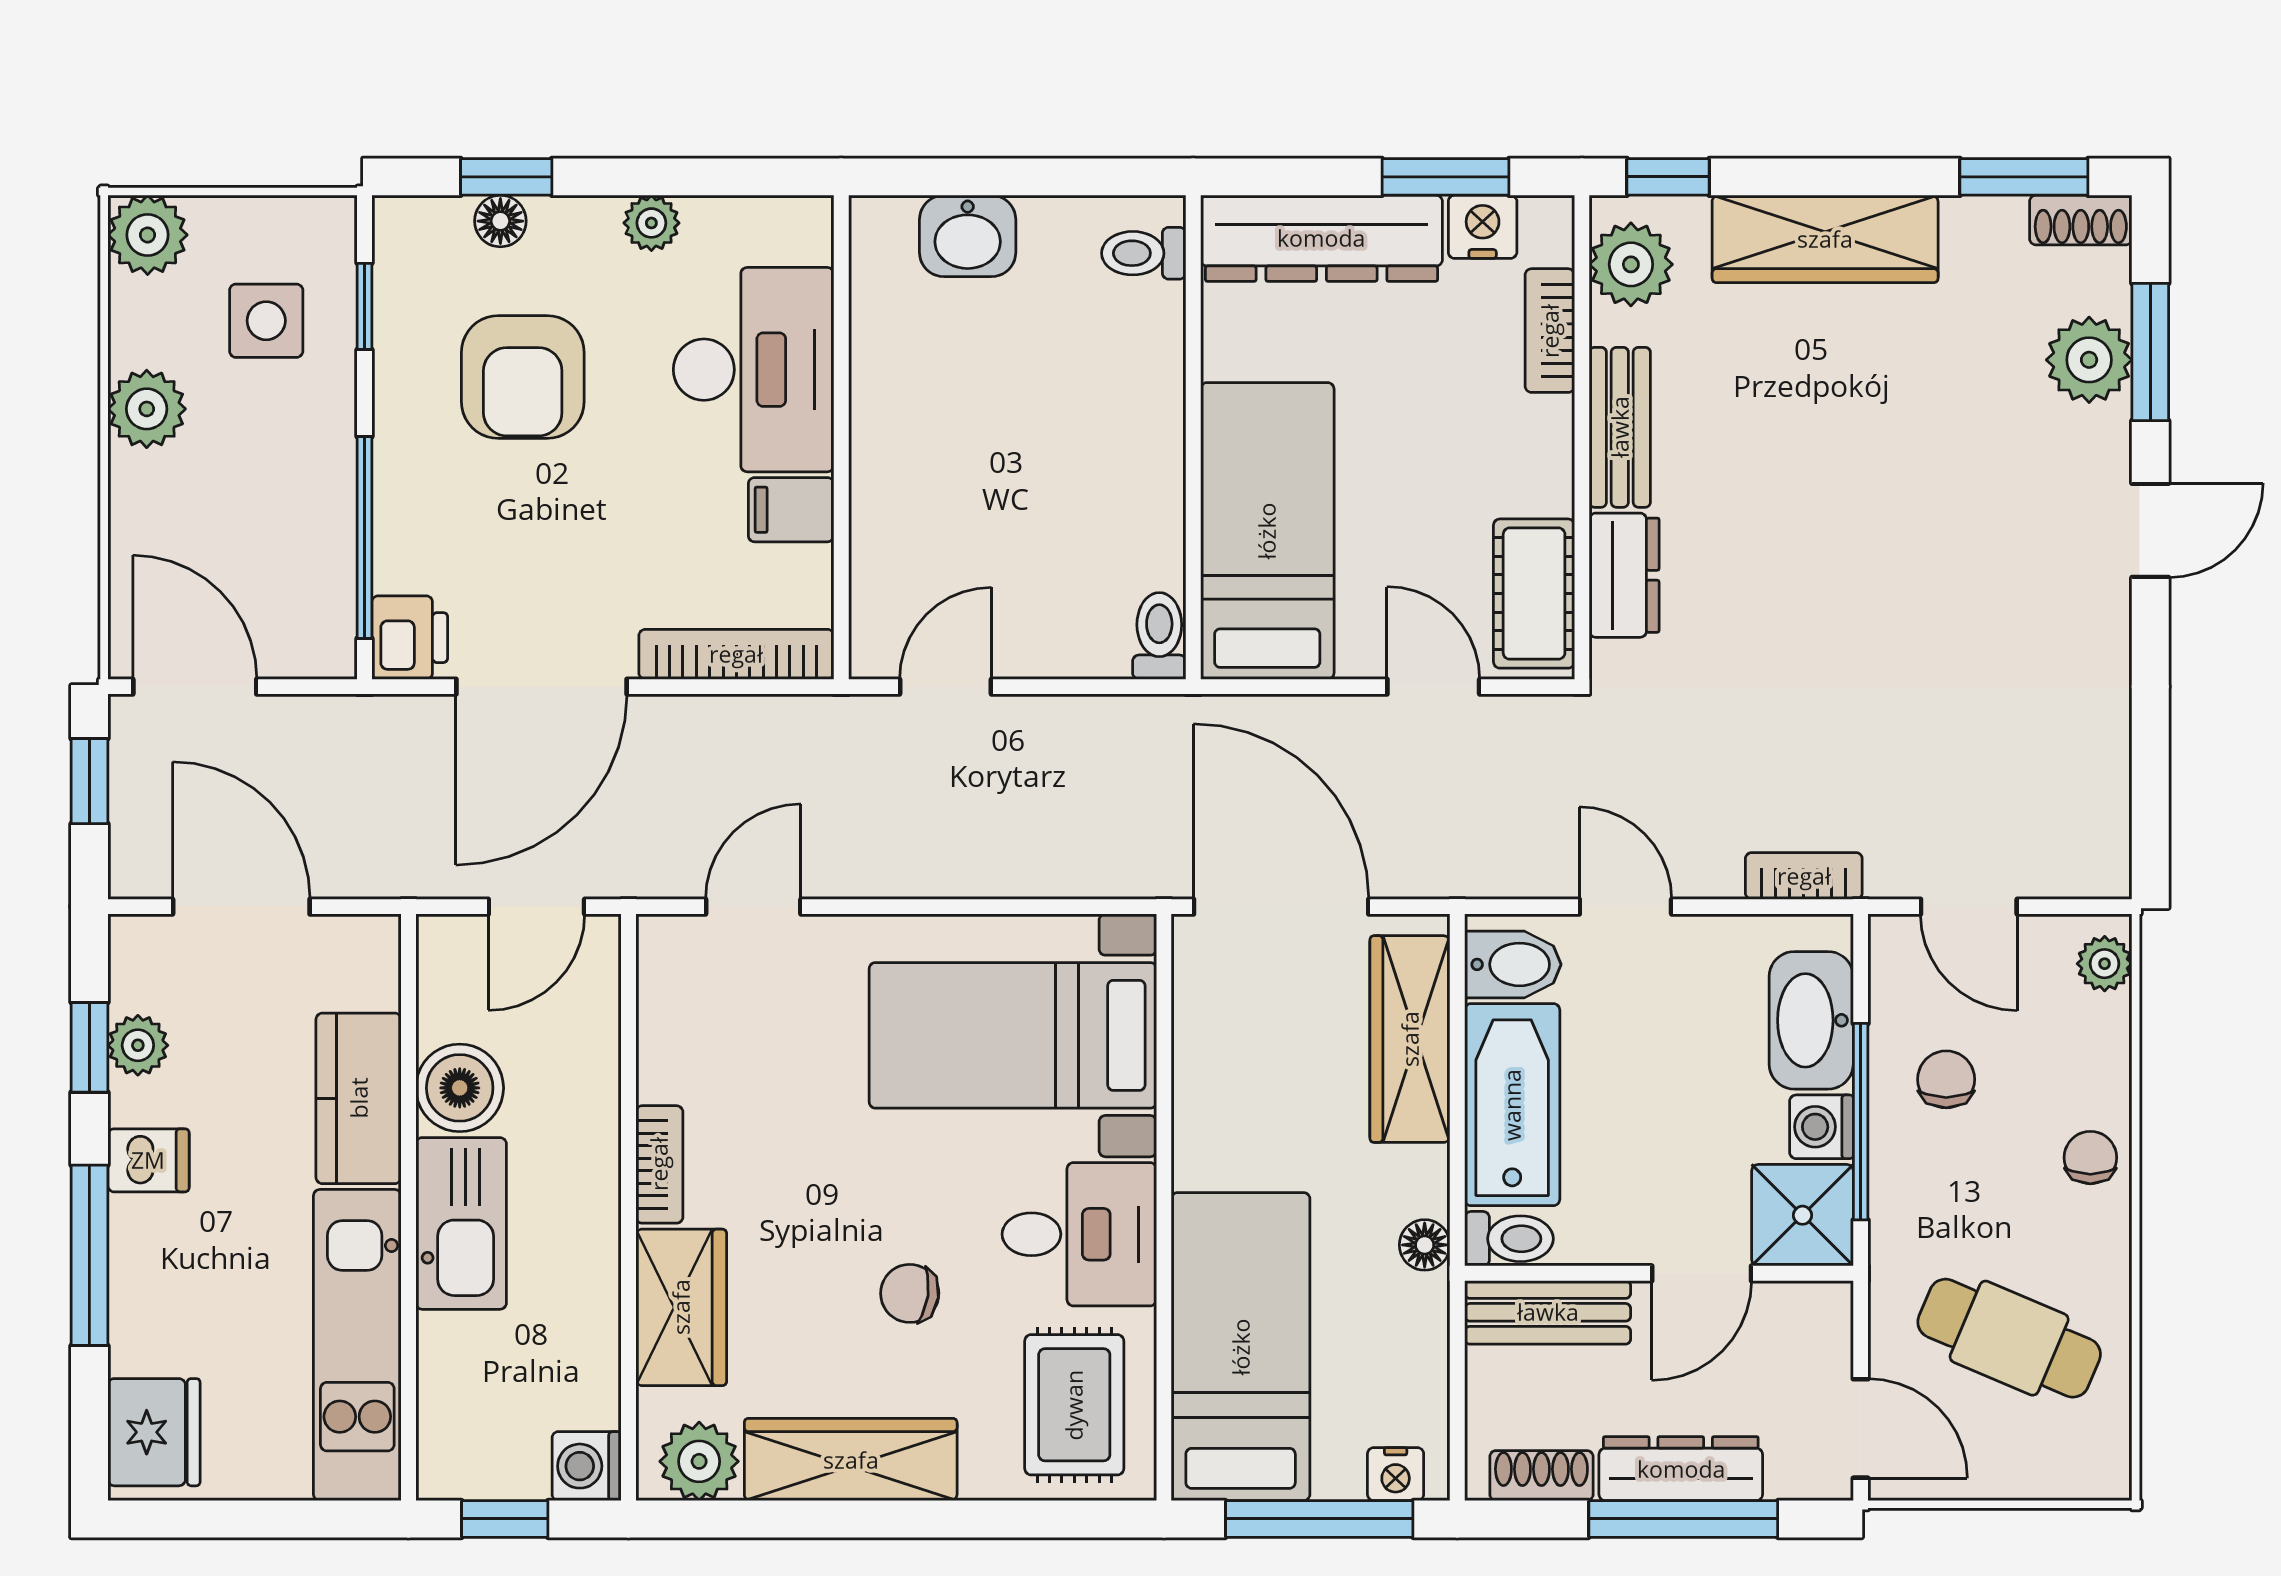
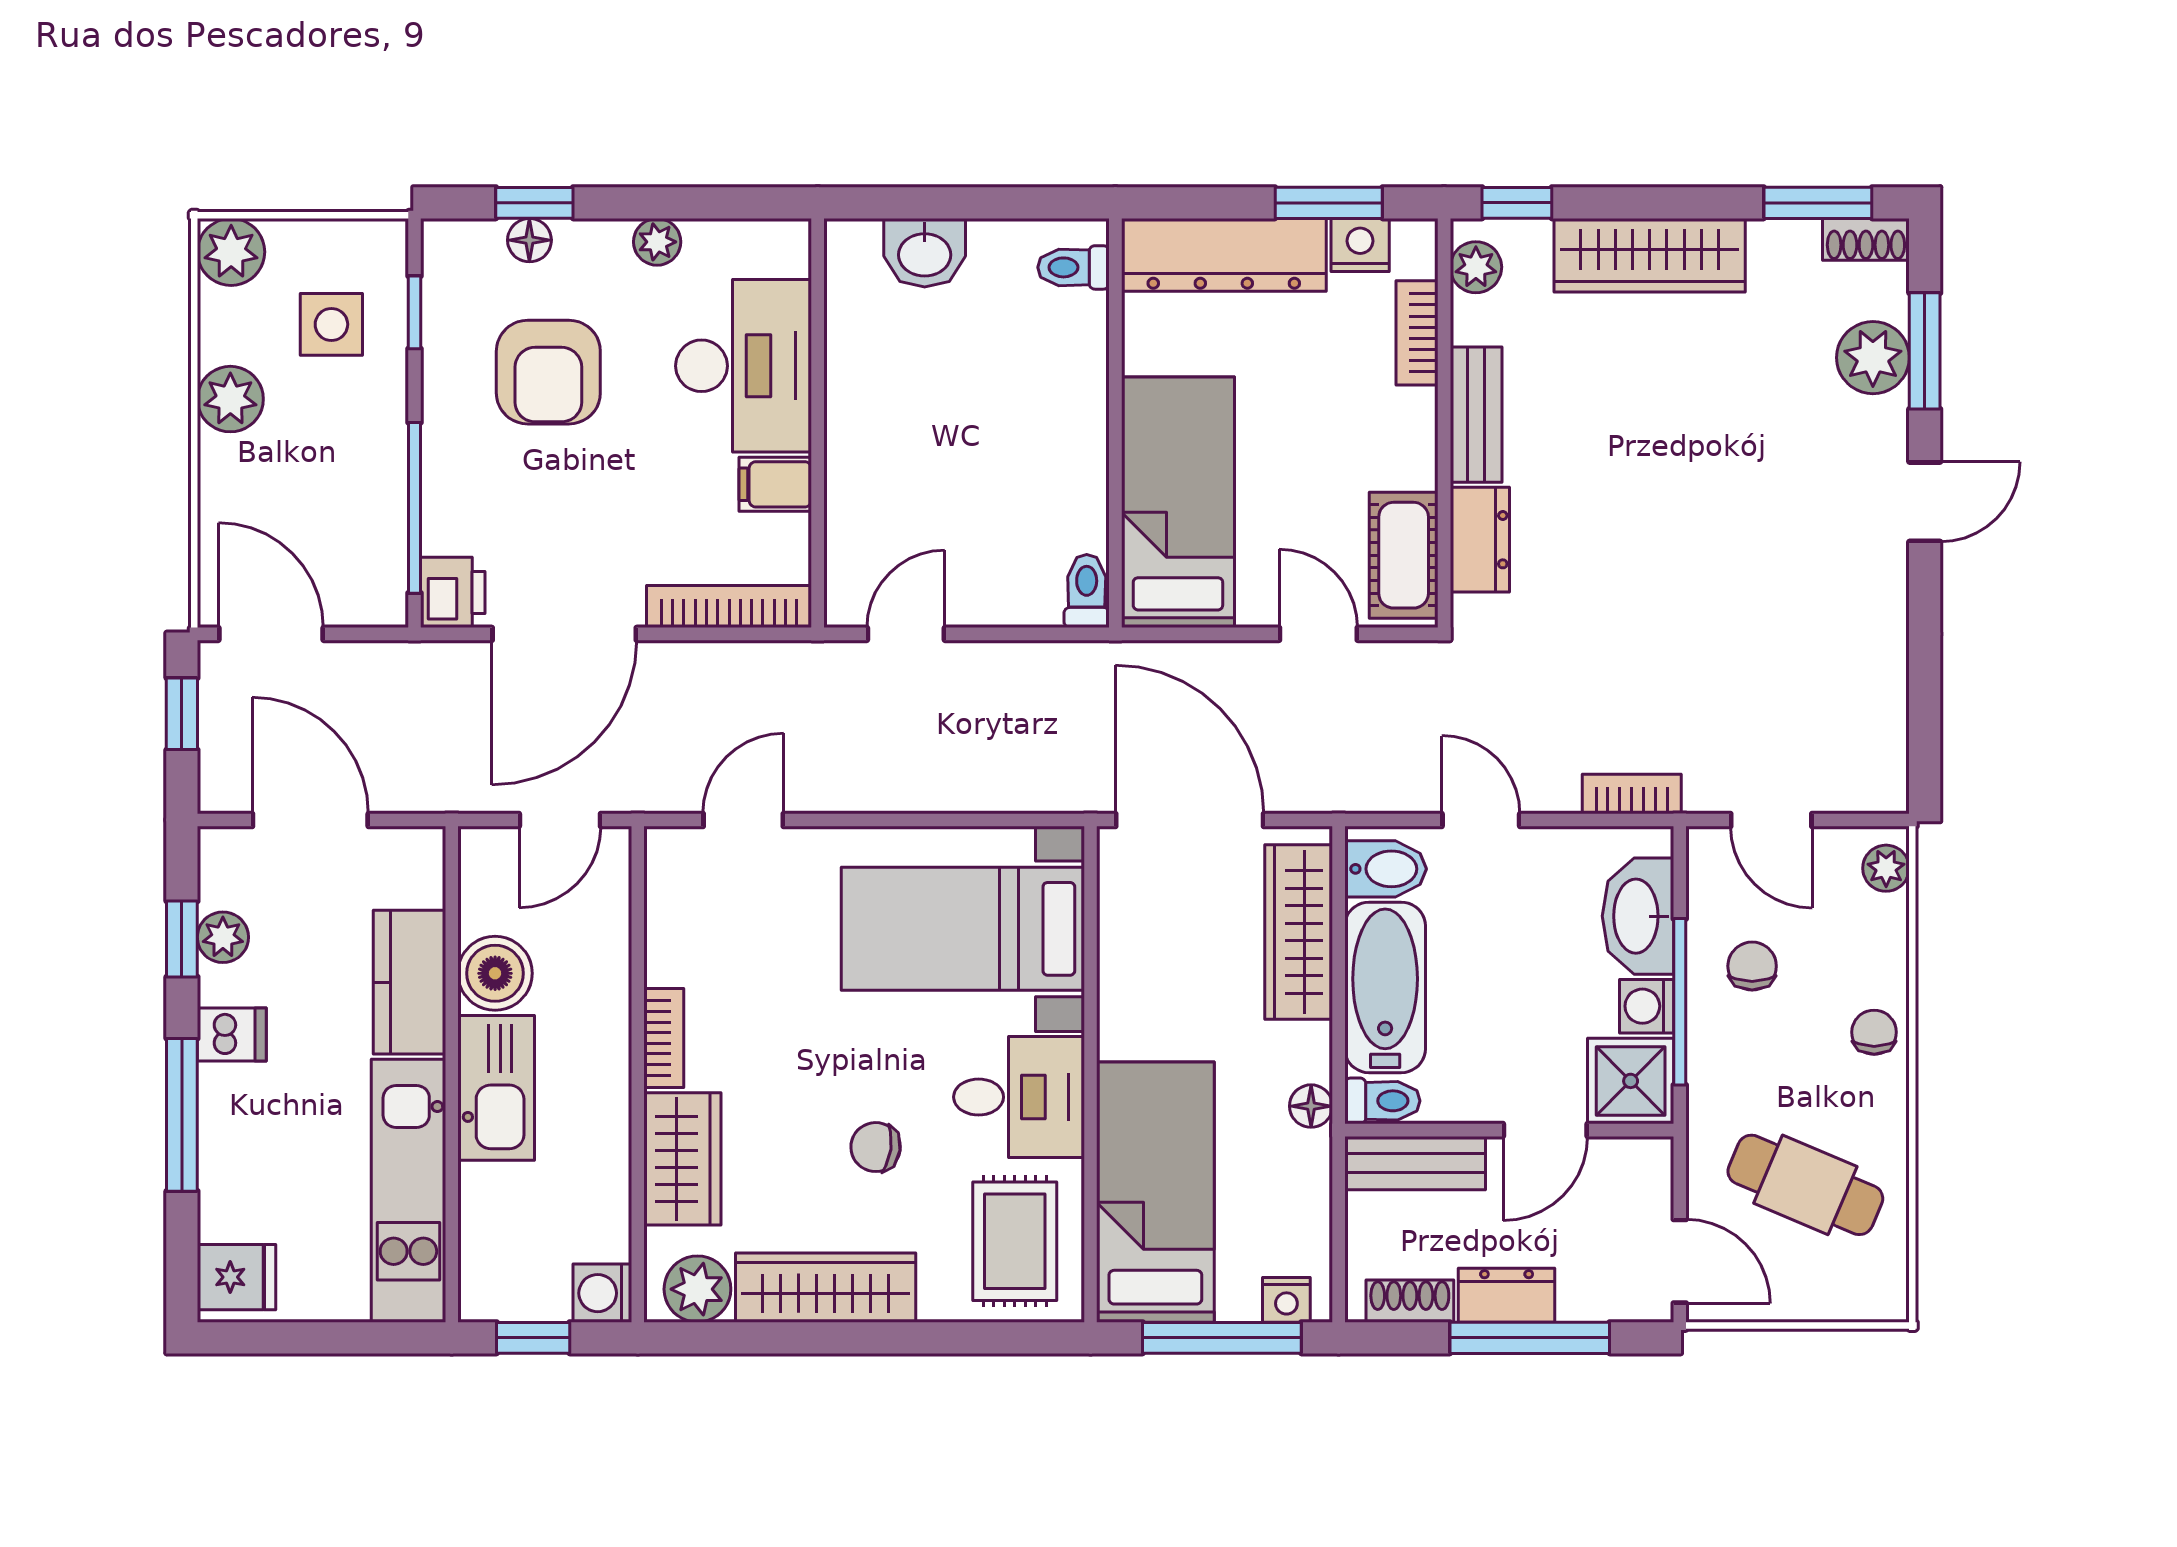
plant: (1631, 264) -> (1476, 267), width x0.73, depth x0.73
fridge: (154, 1432) -> (236, 1277), width x0.72
dresser: (1681, 1469) -> (1507, 1295), width x0.70

